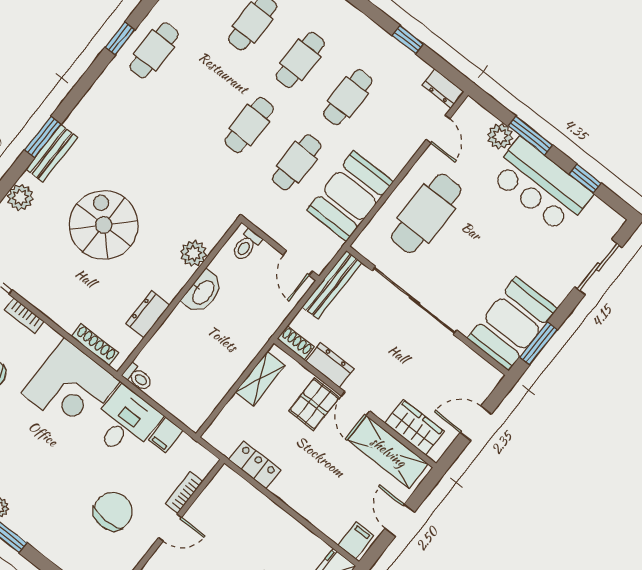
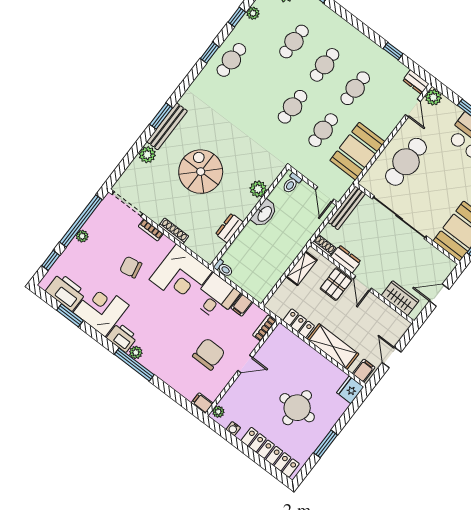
plant: (500, 136) -> (433, 97), moved
bench: (52, 153) -> (167, 126), width x1.36
shoe rack: (95, 345) -> (174, 231), moved
shelving: (388, 452) -> (333, 347), moved
bookcase: (184, 493) -> (264, 328), moved

